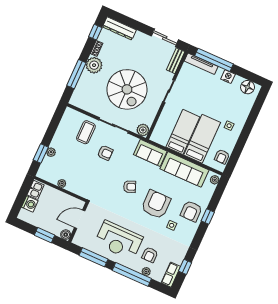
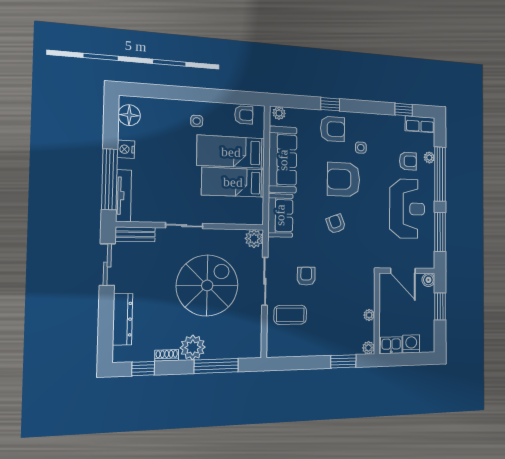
dresser: (119, 28) -> (123, 319), moved
plant: (51, 152) -> (368, 348), moved

